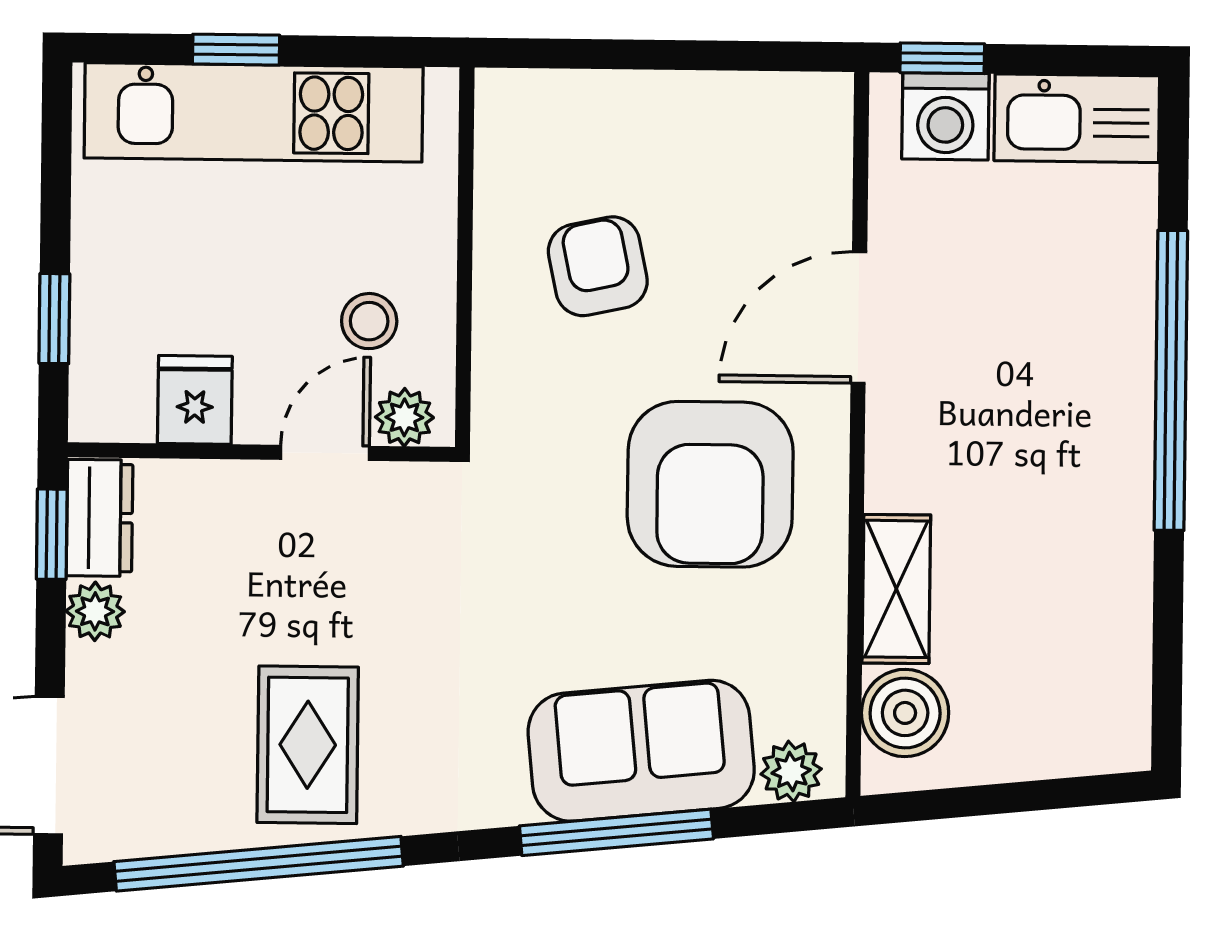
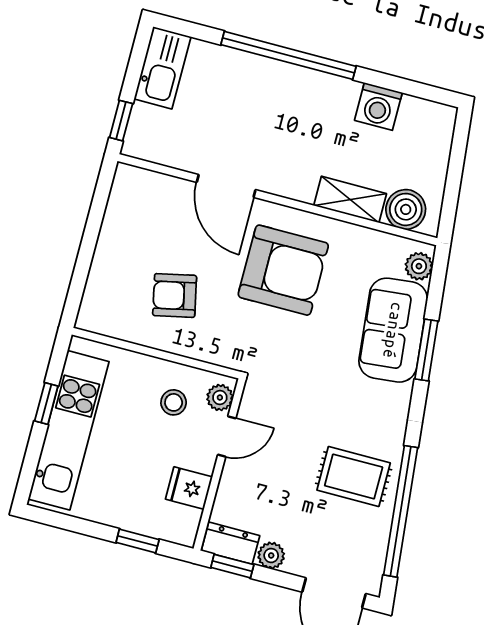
window: (236, 50) -> (46, 403), moved
washing machine: (945, 116) -> (378, 106), moved, turned 90
door: (325, 453) -> (227, 436), swing flipped
window: (616, 832) -> (426, 350), width x0.69

